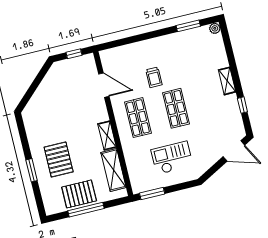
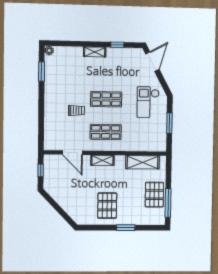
door: (104, 85) -> (72, 153), swing flipped
shelving: (107, 135) -> (102, 160), moved
checkout: (172, 158) -> (148, 102), moved
pallet: (59, 159) -> (107, 206), moved, turned 90
window: (152, 194) -> (169, 123), moved
window: (86, 210) -> (168, 203), moved

